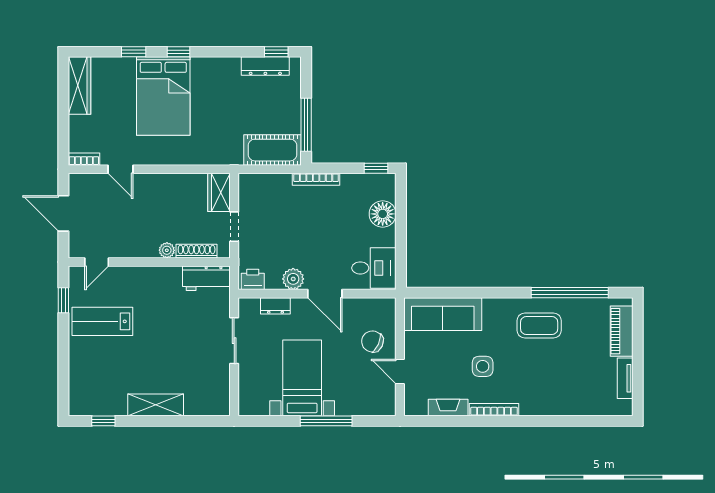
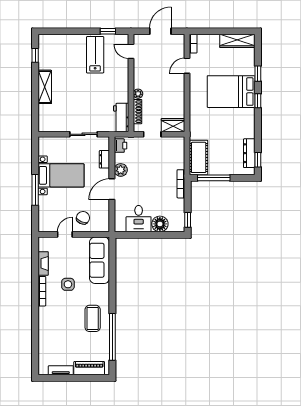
desk: (374, 268) -> (139, 219), moved

